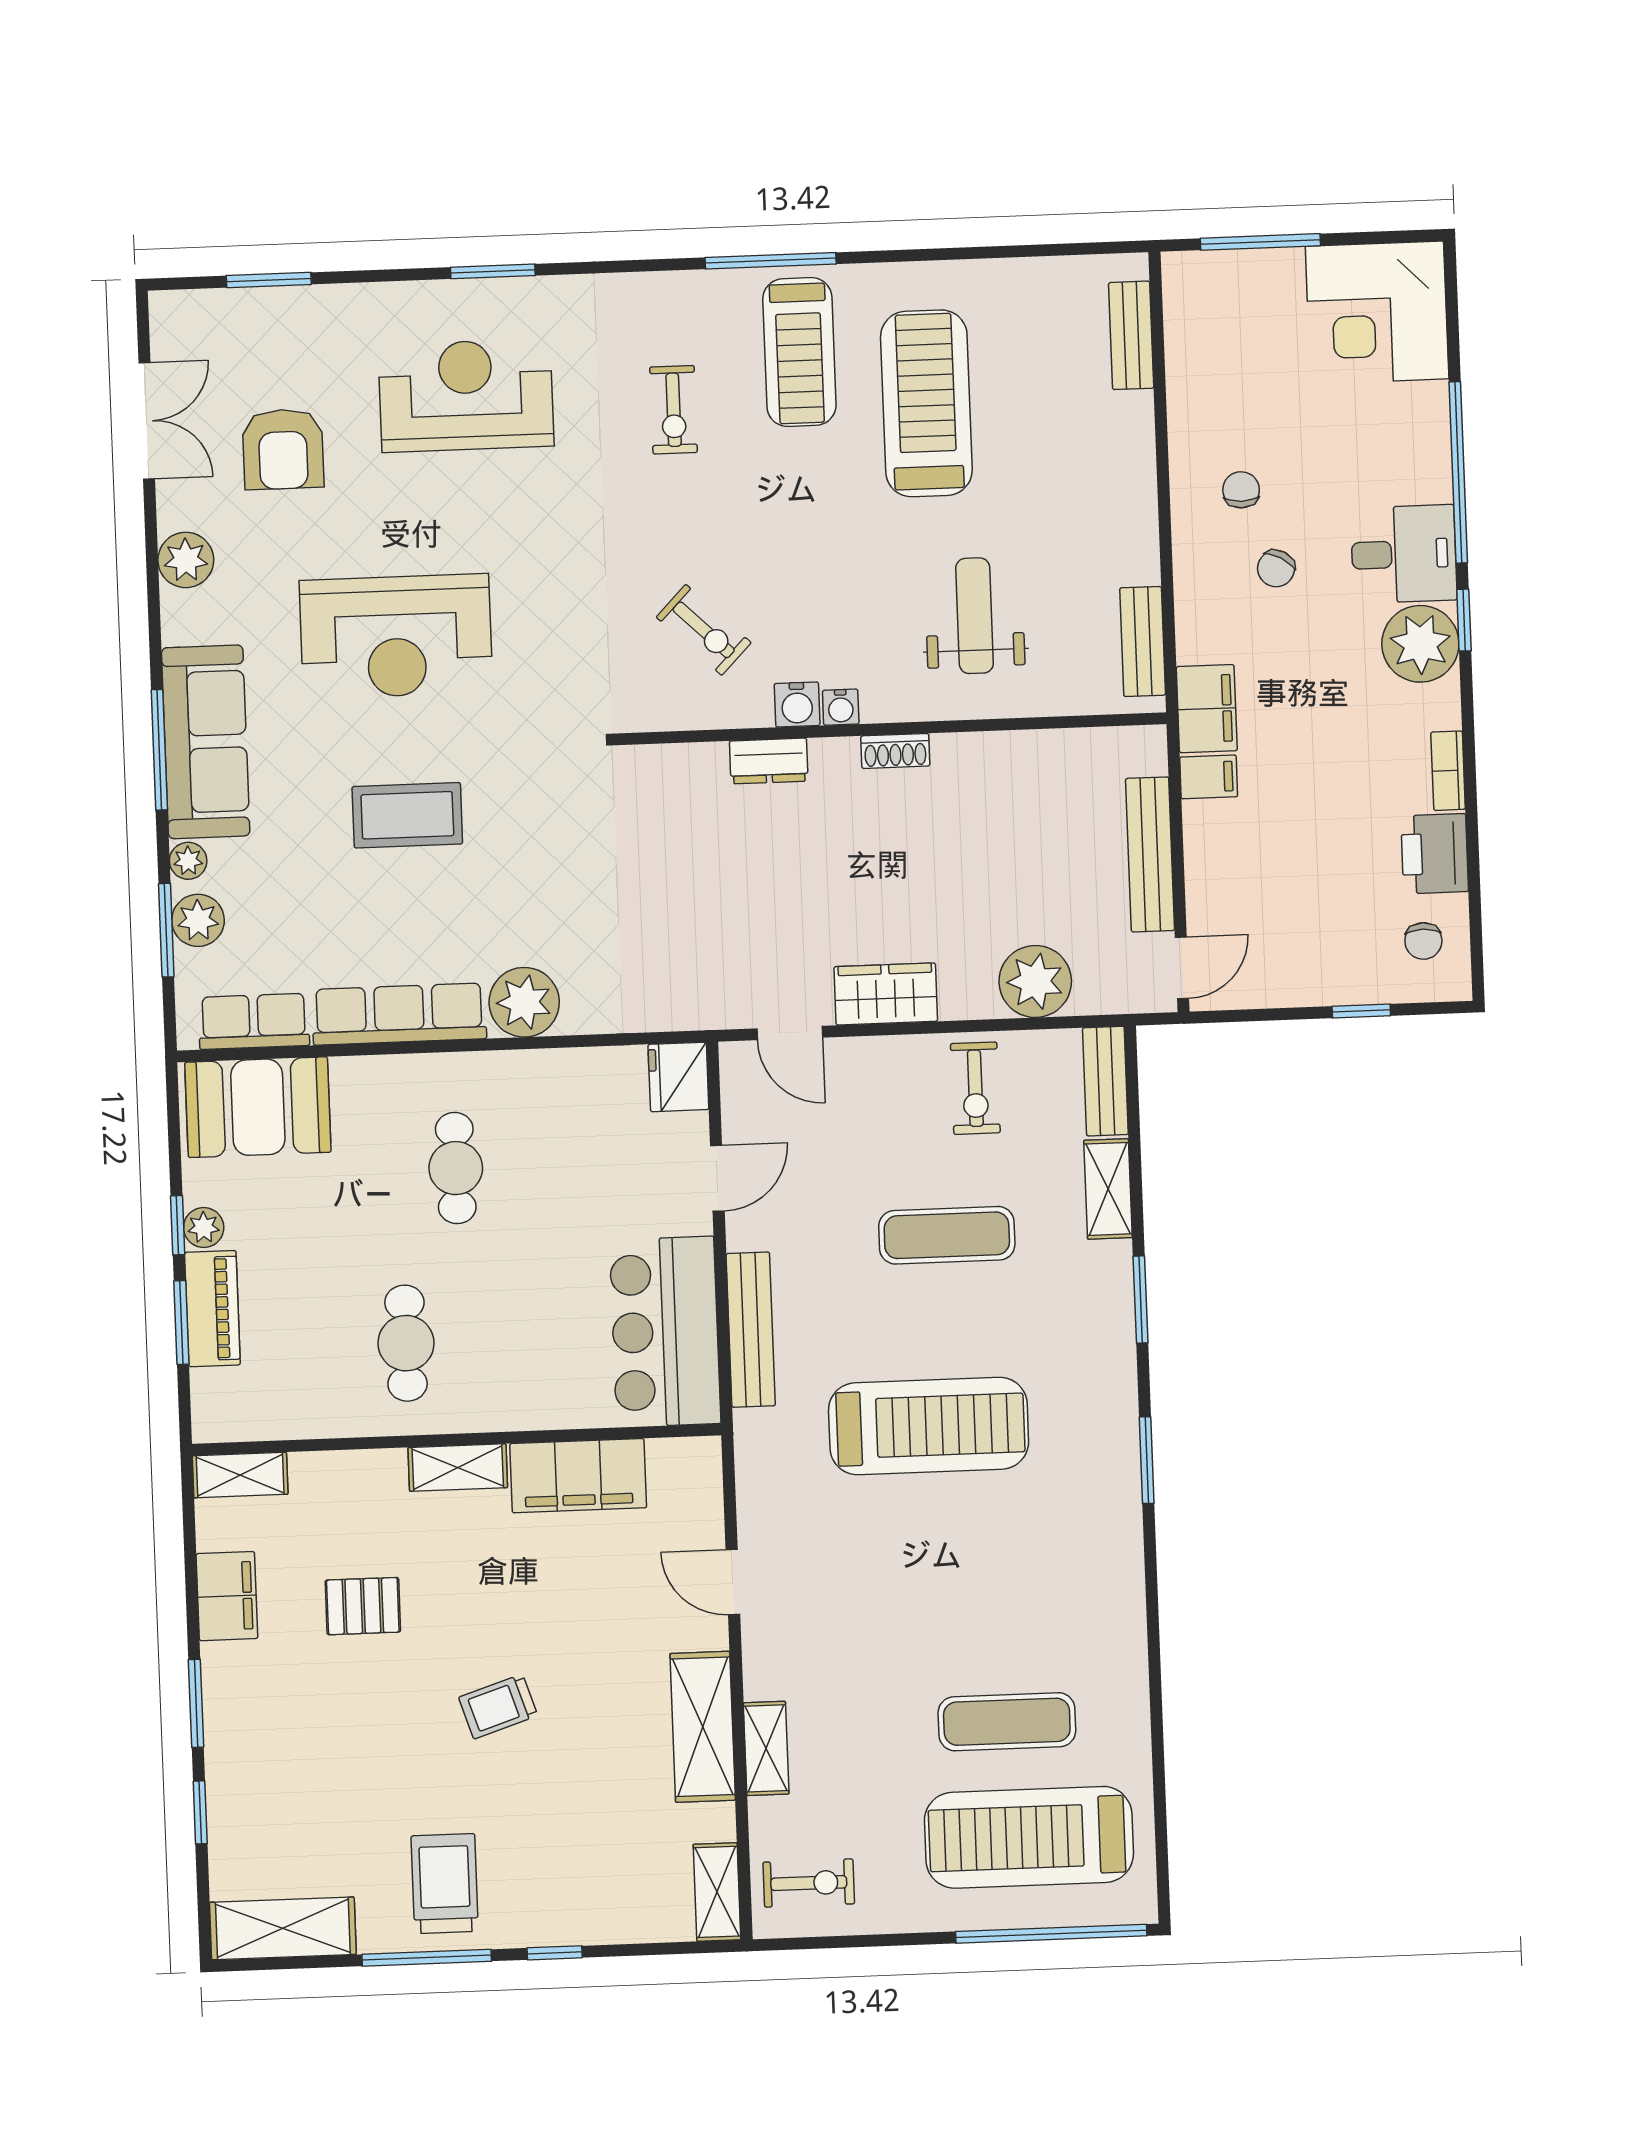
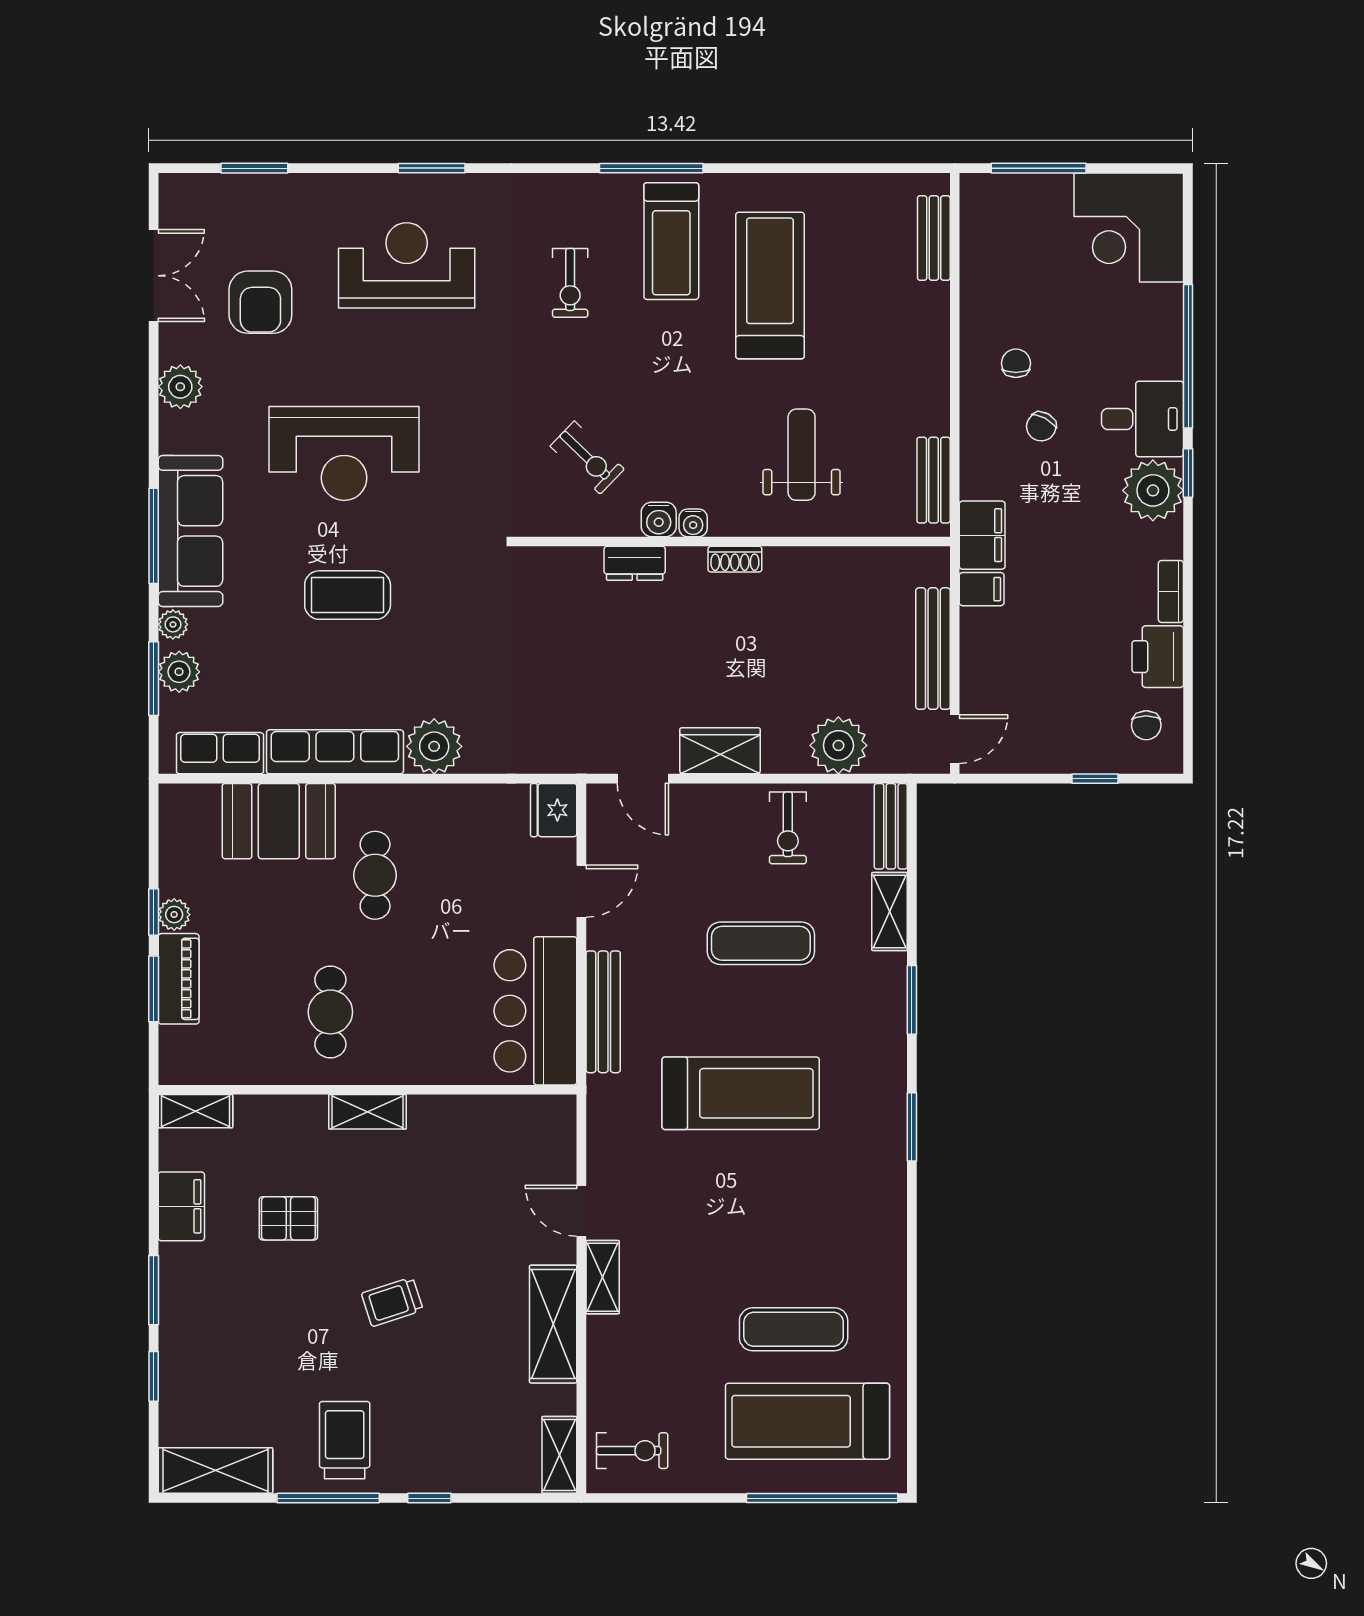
booth: (258, 1107) -> (279, 821), moved
filing cabinet: (578, 1476) -> (462, 1122), removed
shelving: (766, 1748) -> (603, 1277), moved

